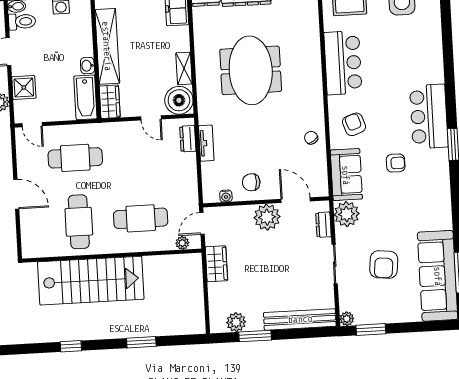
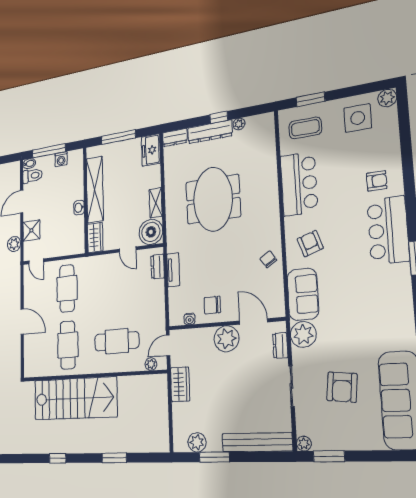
bathtub: (85, 97) -> (77, 235), removed
cafe table: (75, 158) -> (67, 288), turned 90
armchair: (396, 163) -> (377, 181), moved

